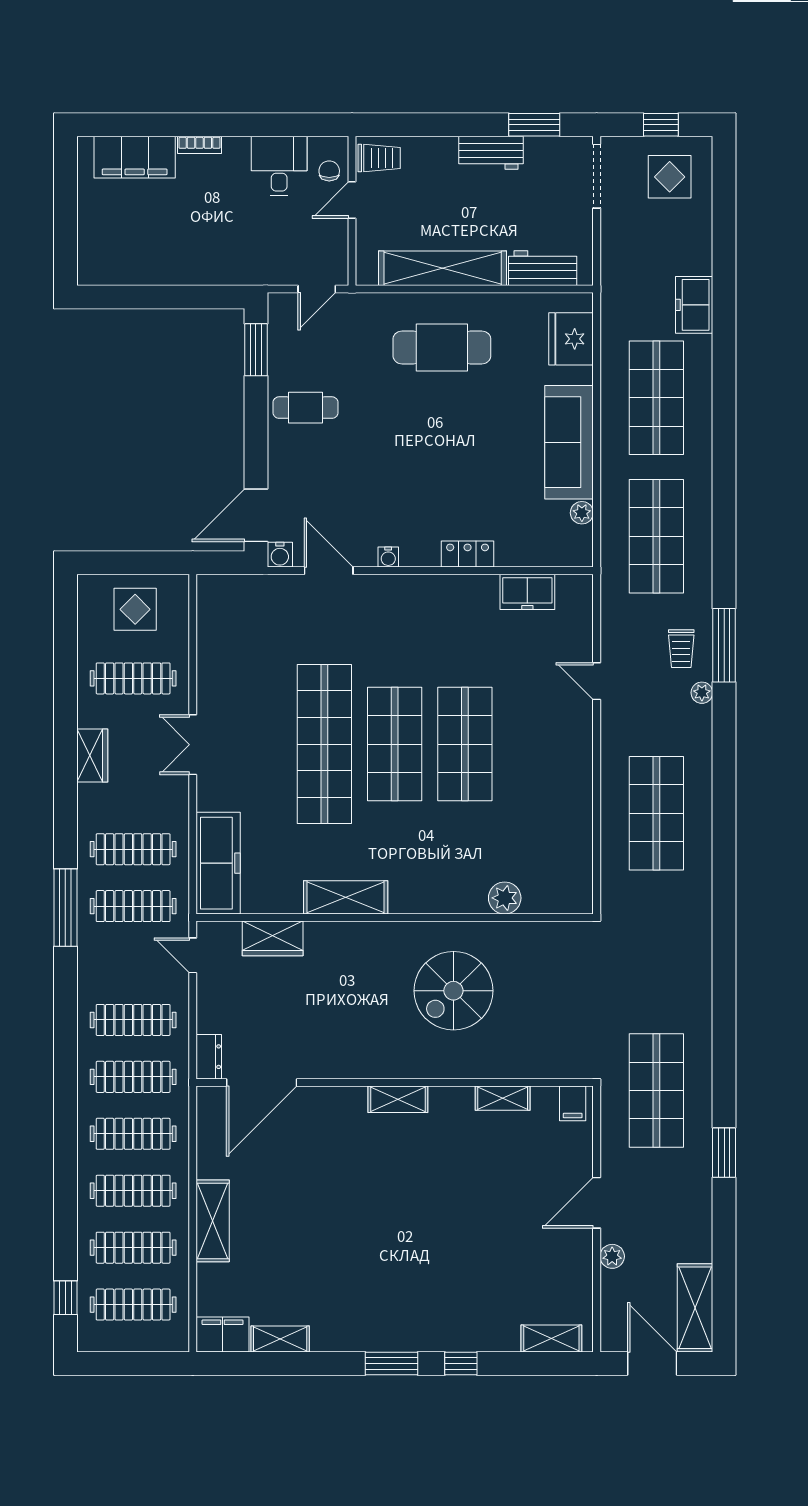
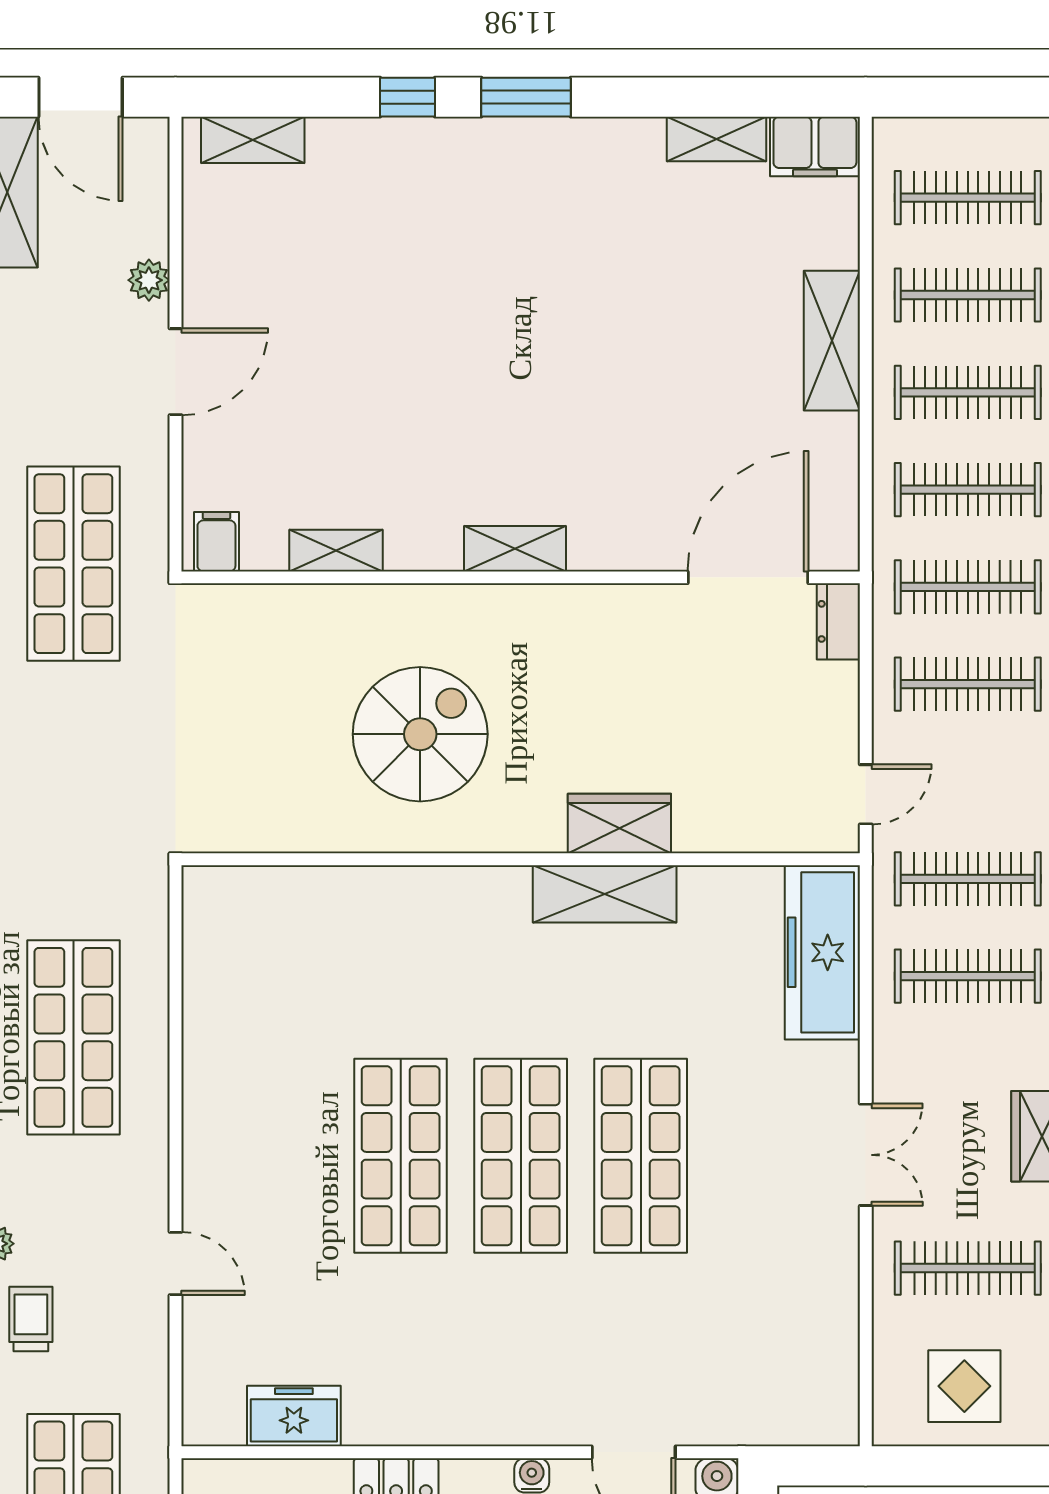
shop shelf: (324, 744) -> (641, 1156), width x0.71
plant: (505, 898) -> (333, 893), removed
wardrobe: (273, 938) -> (619, 824), moved
door: (193, 955) -> (866, 794), hinge flipped

